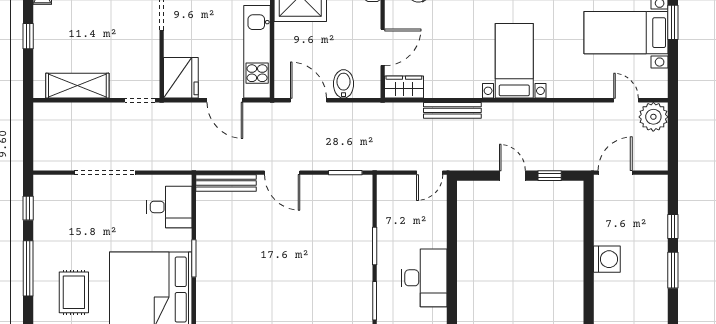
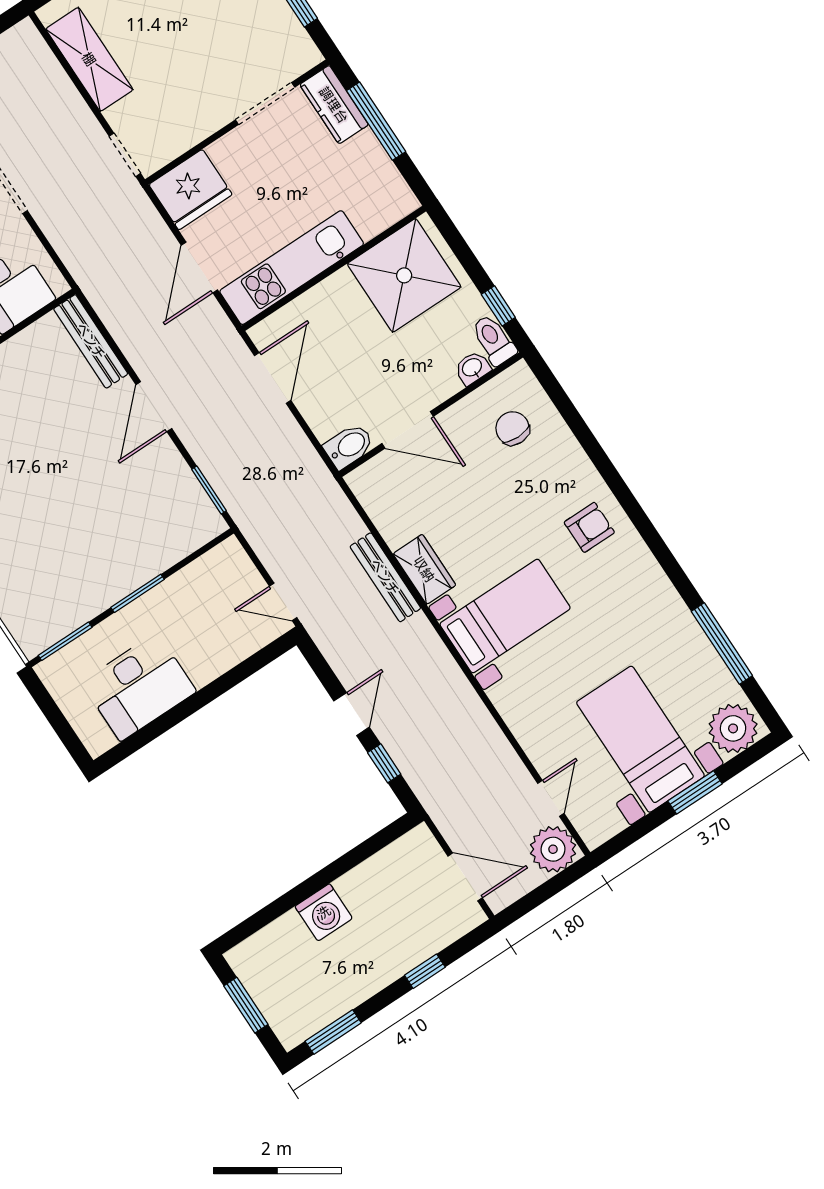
bidet: (344, 84) -> (349, 446), moved
wardrobe: (404, 87) -> (424, 569), moved
door: (615, 173) -> (465, 877), moved
window: (673, 270) -> (333, 1032), moved

